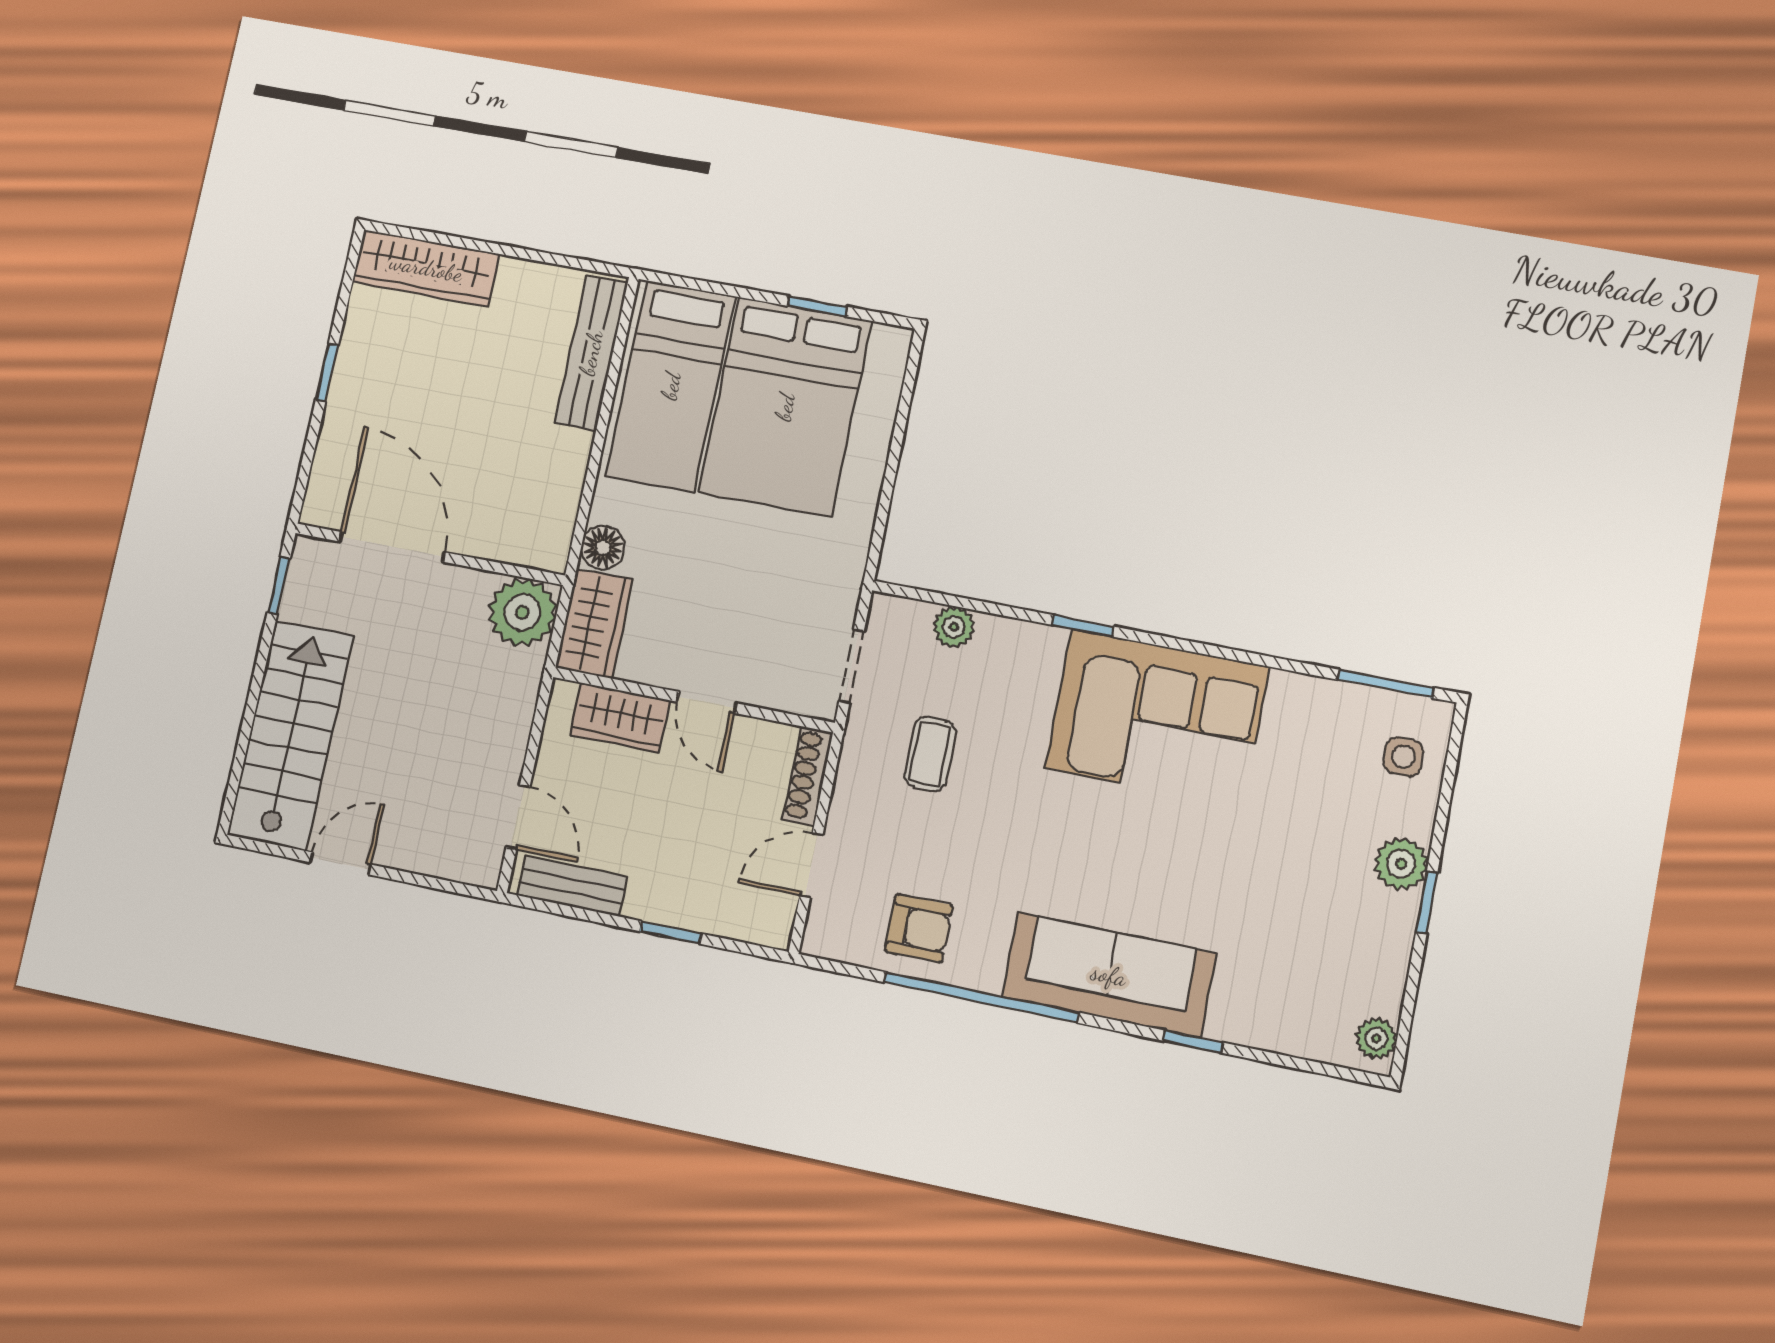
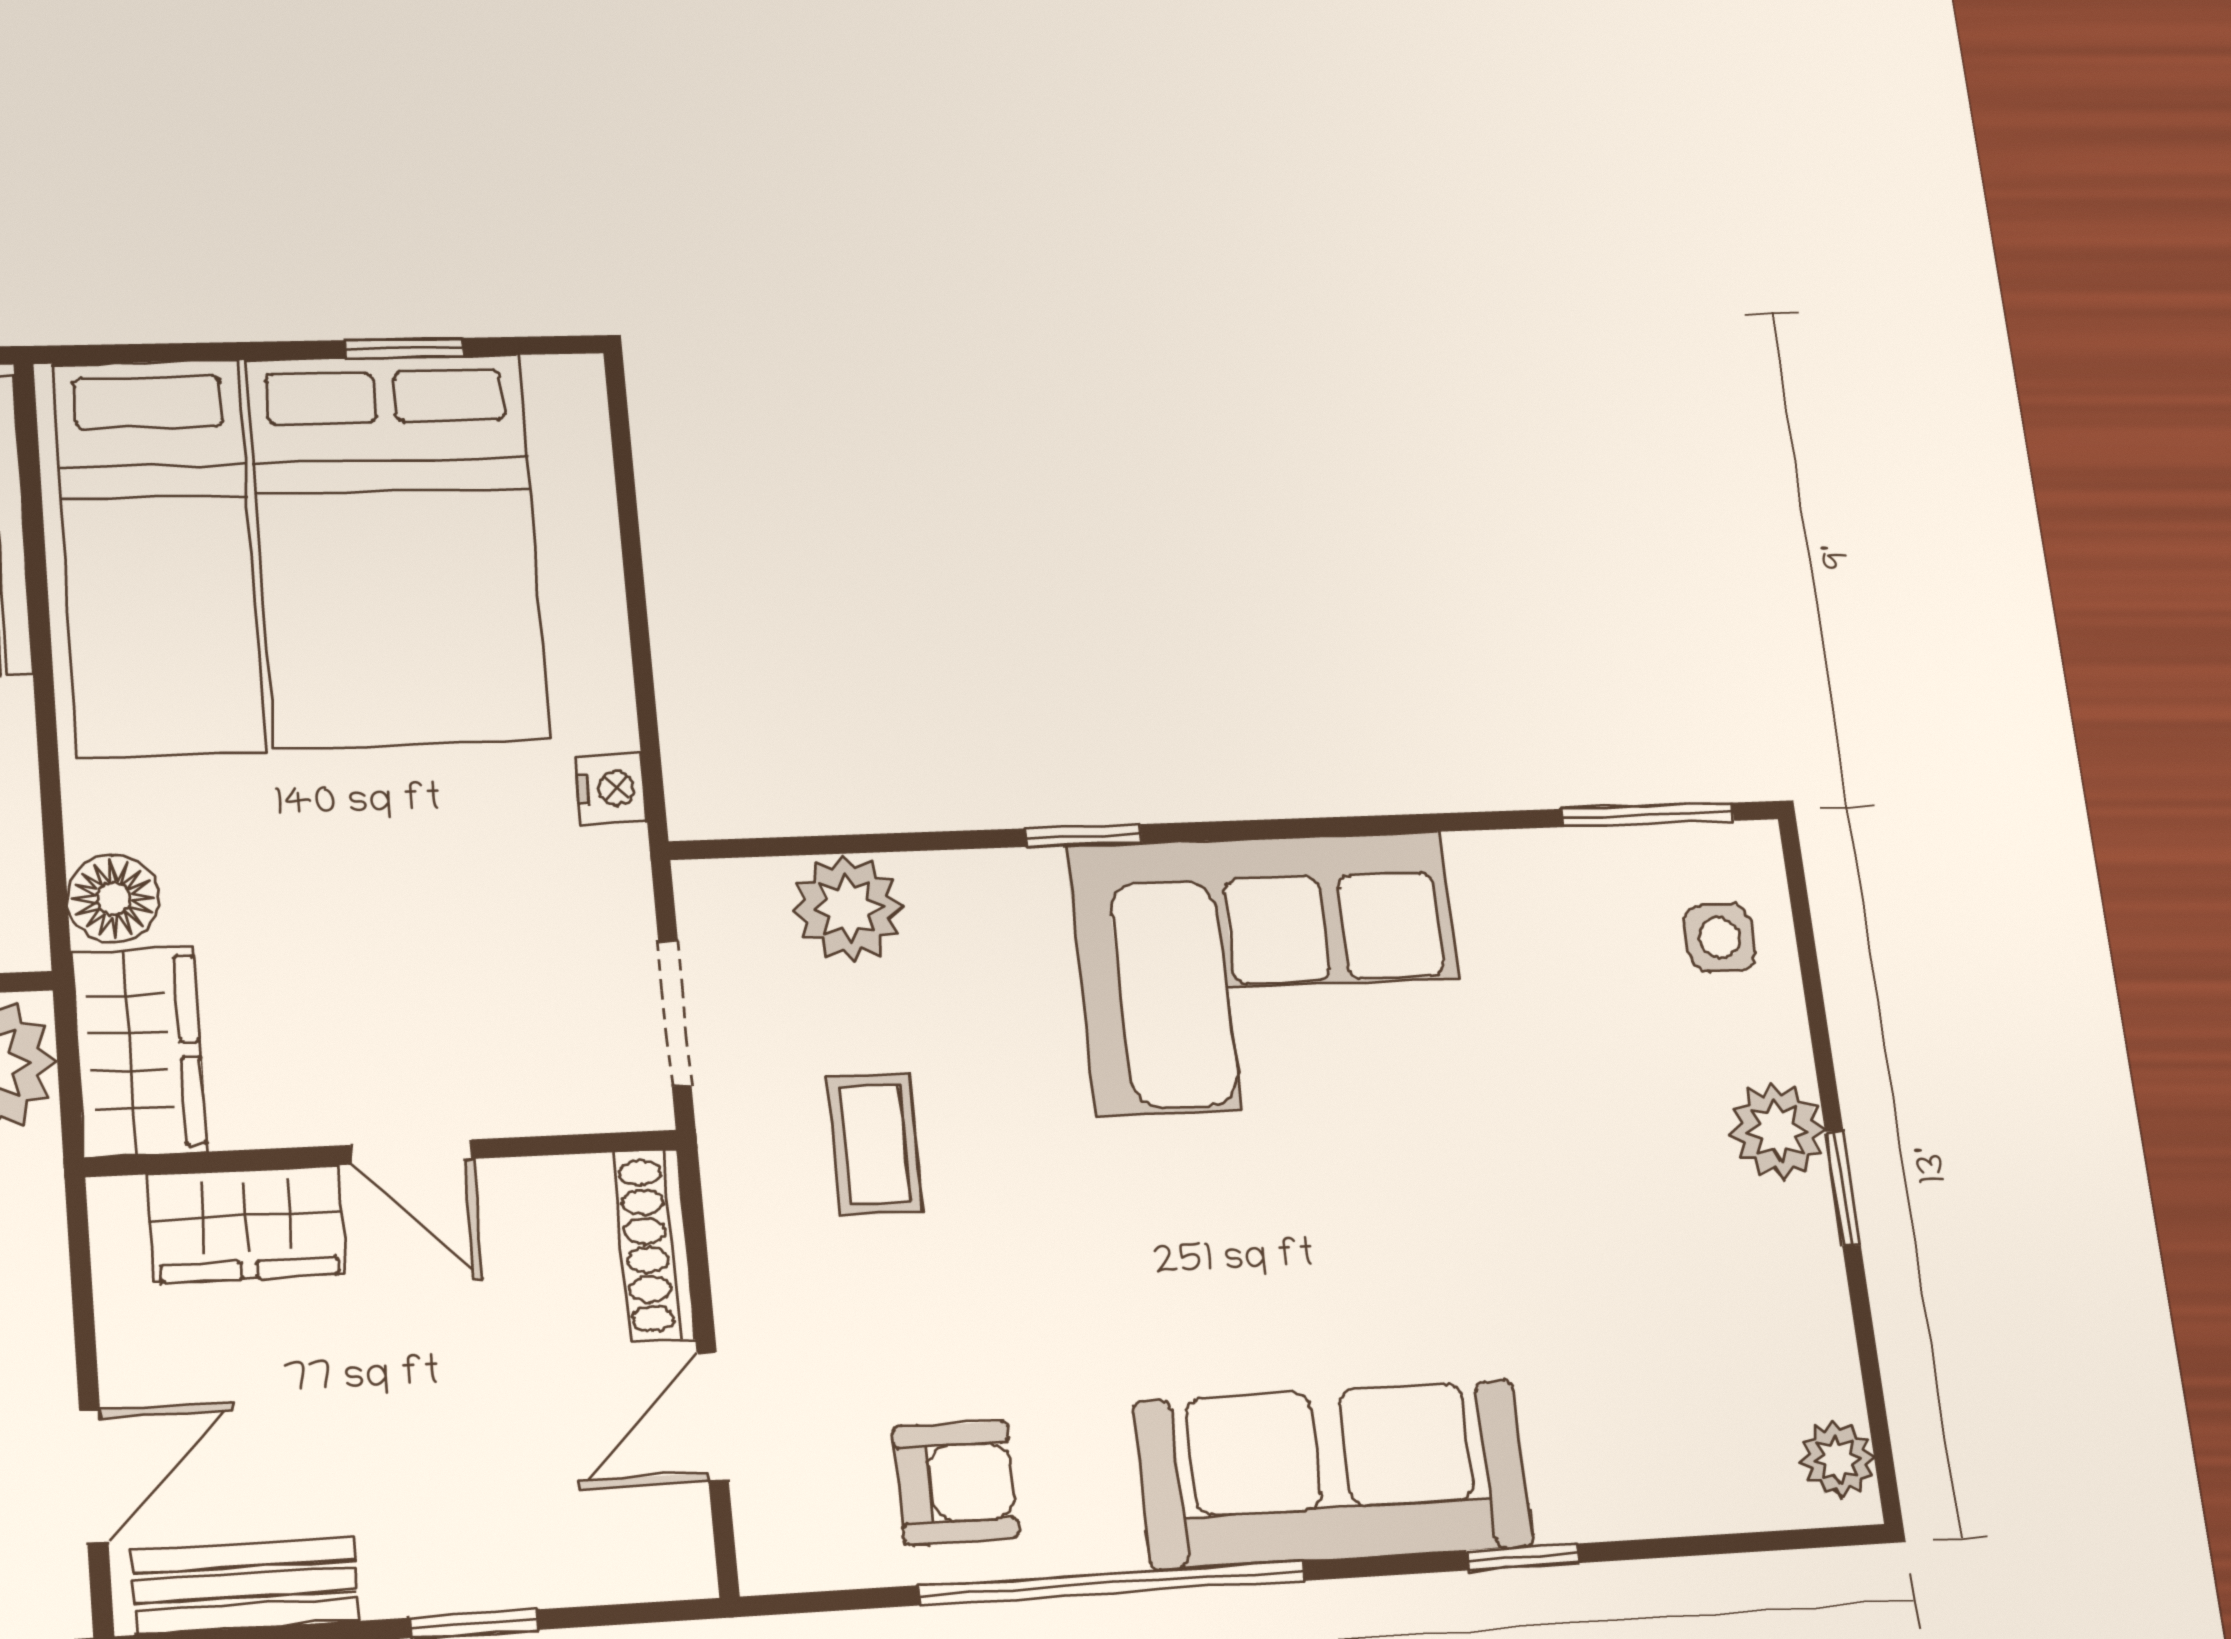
nightstand: (854, 548) -> (611, 789), added
plant: (954, 627) -> (848, 908), width x1.38, depth x1.38
door: (518, 817) -> (94, 1476), hinge flipped

